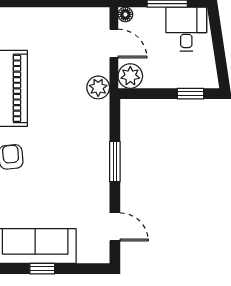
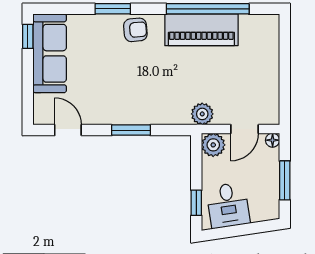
desk: (186, 29) -> (228, 205), moved, turned 82
door: (115, 227) -> (68, 130), swing flipped
window: (42, 269) -> (28, 36), moved

